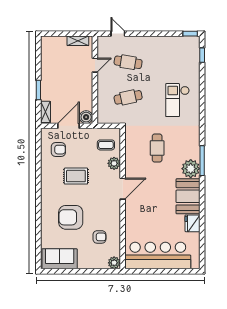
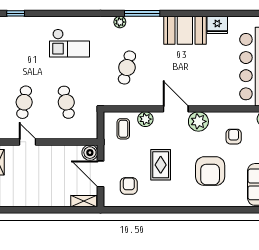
window: (38, 90) -> (57, 210), removed
cafe table: (157, 148) -> (127, 68), turned -76
plant: (191, 169) -> (120, 22), moved, width x0.53, depth x0.53
plant: (112, 208) -> (198, 121), added

